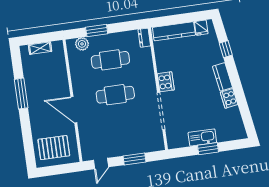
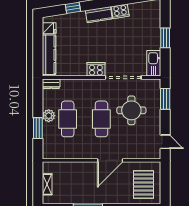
plant: (82, 44) -> (49, 116), moved
round table: (129, 124) -> (131, 110), added
kitchen sink: (202, 138) -> (154, 63), moved
window: (134, 159) -> (165, 99), moved

